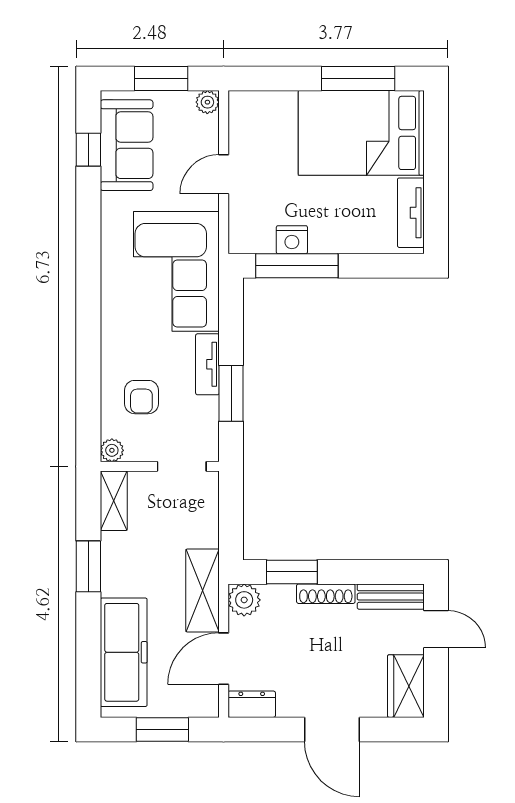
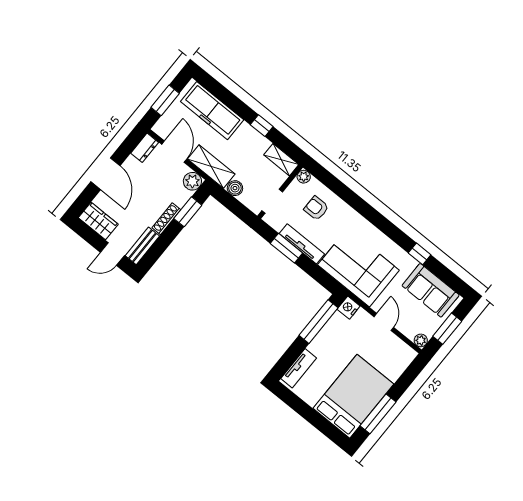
window: (88, 150) -> (420, 254), moved
tv unit: (411, 213) -> (299, 368), moved, turned 90
nightstand: (292, 240) -> (349, 308), moved
tv unit: (207, 364) -> (302, 244), width x1.41
boiler: (206, 533) -> (235, 188), added
window: (88, 566) -> (262, 126), width x0.67
door: (332, 729) -> (106, 174), swing flipped

